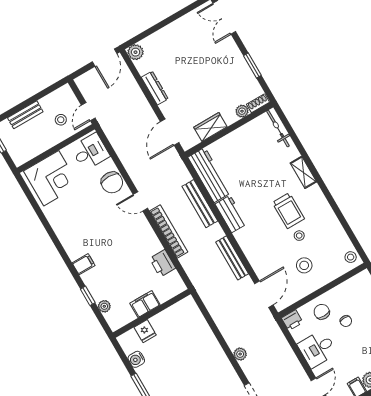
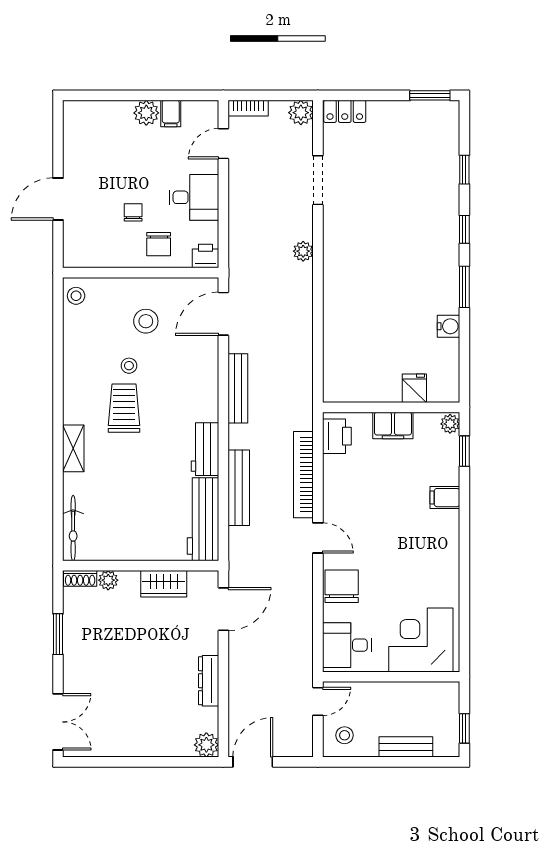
stool: (61, 120) -> (345, 735), moved
filing cabinet: (145, 304) -> (393, 425), moved
wall: (152, 313) -> (391, 407), moved
fridge: (145, 331) -> (414, 388), moved

